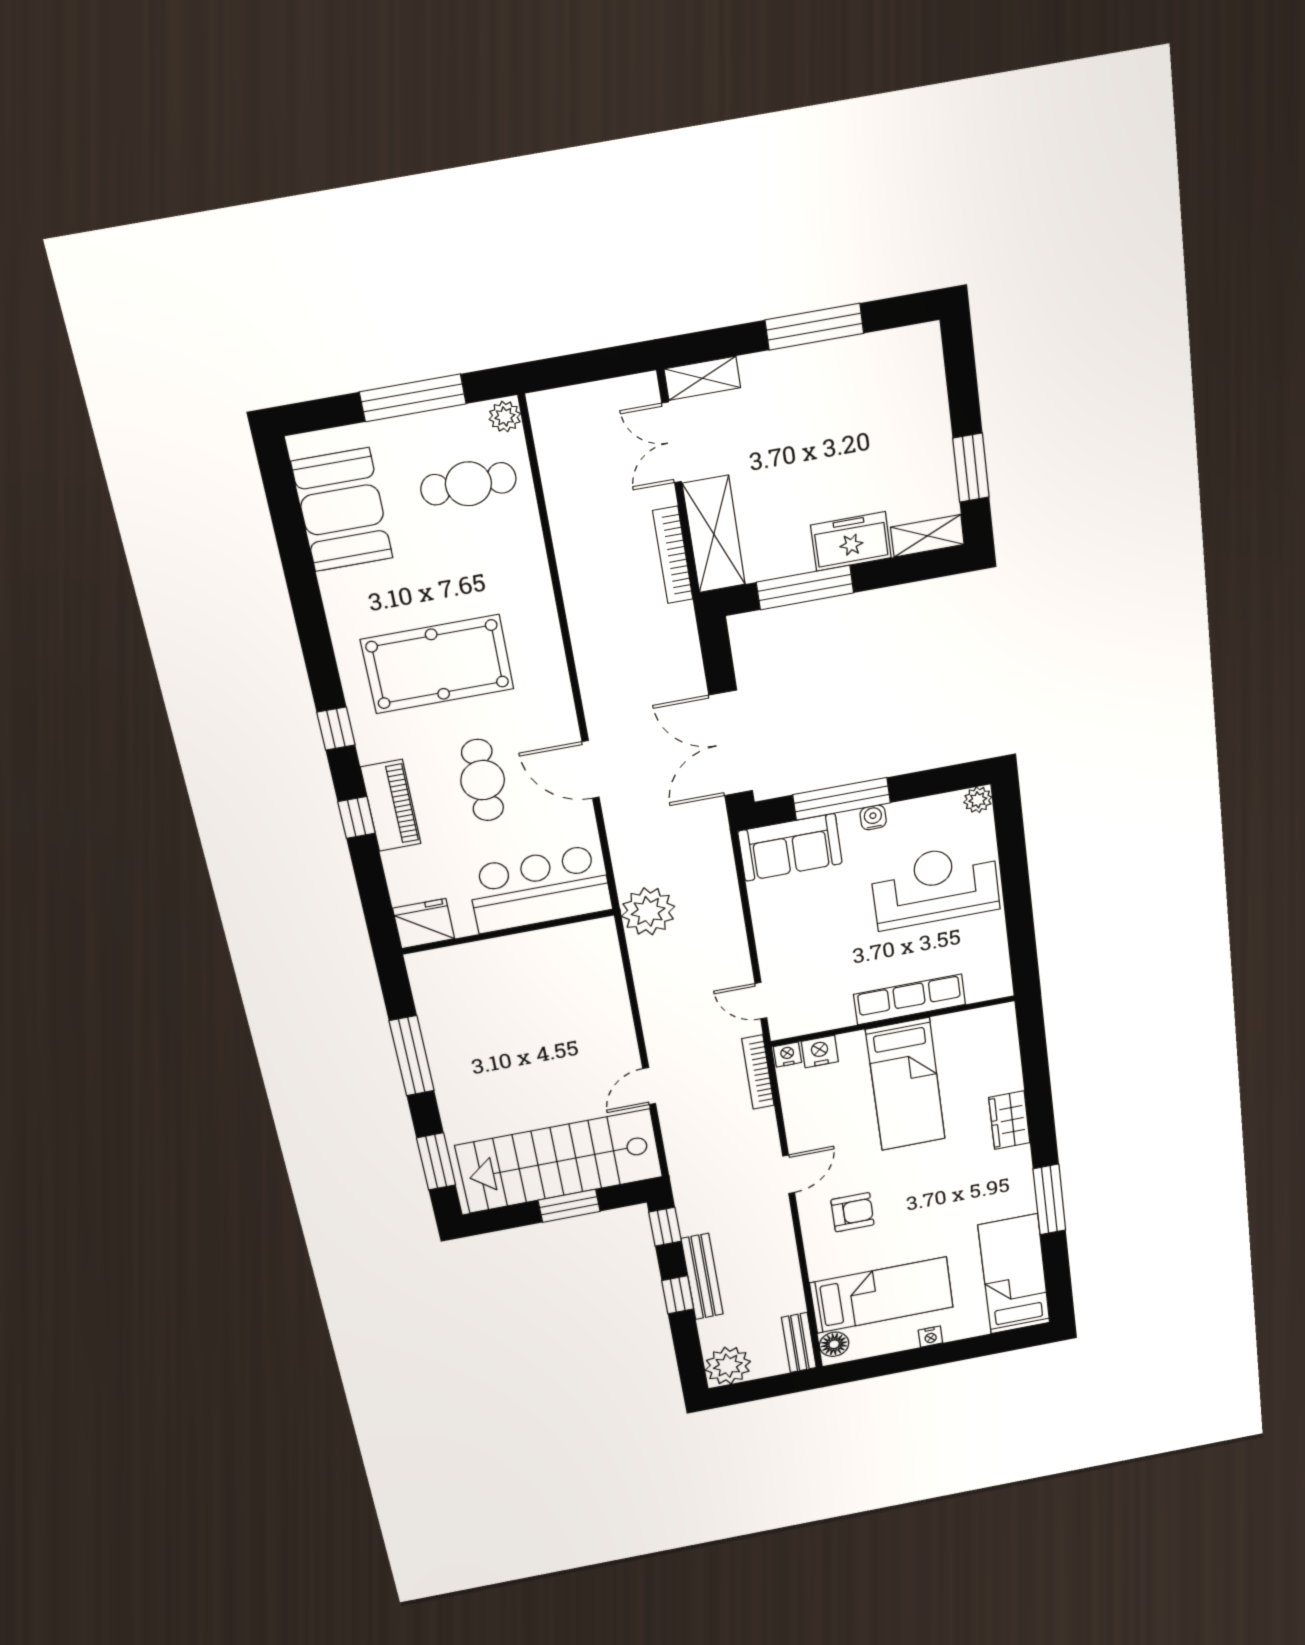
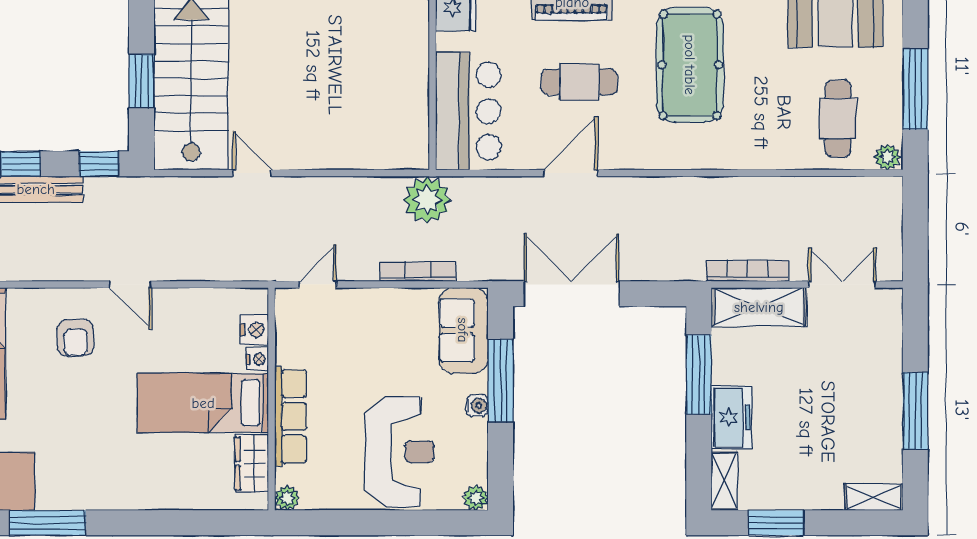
shelving: (702, 378) -> (874, 497), moved, turned 90
plant: (999, 986) -> (287, 498), added
nightstand: (787, 1055) -> (257, 359), moved
bookcase: (758, 1072) -> (418, 272), moved
wardrobe: (1009, 1120) -> (252, 463), moved, turned -90

